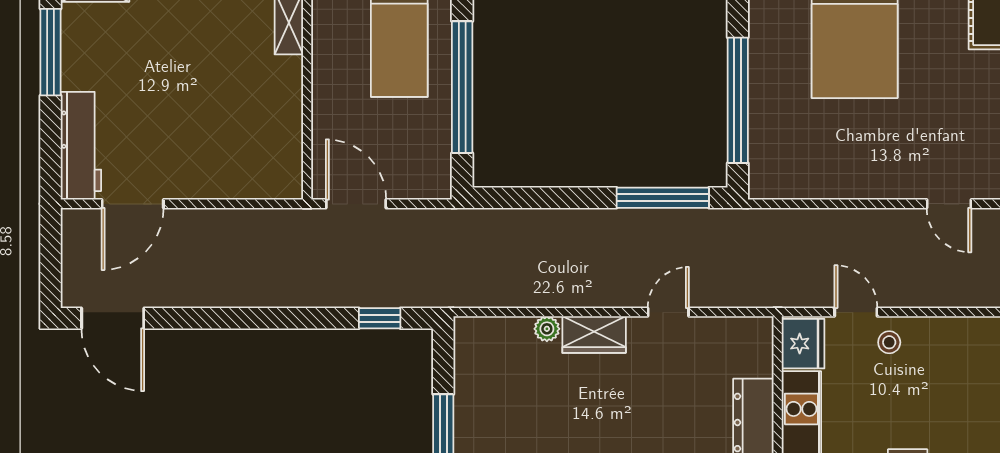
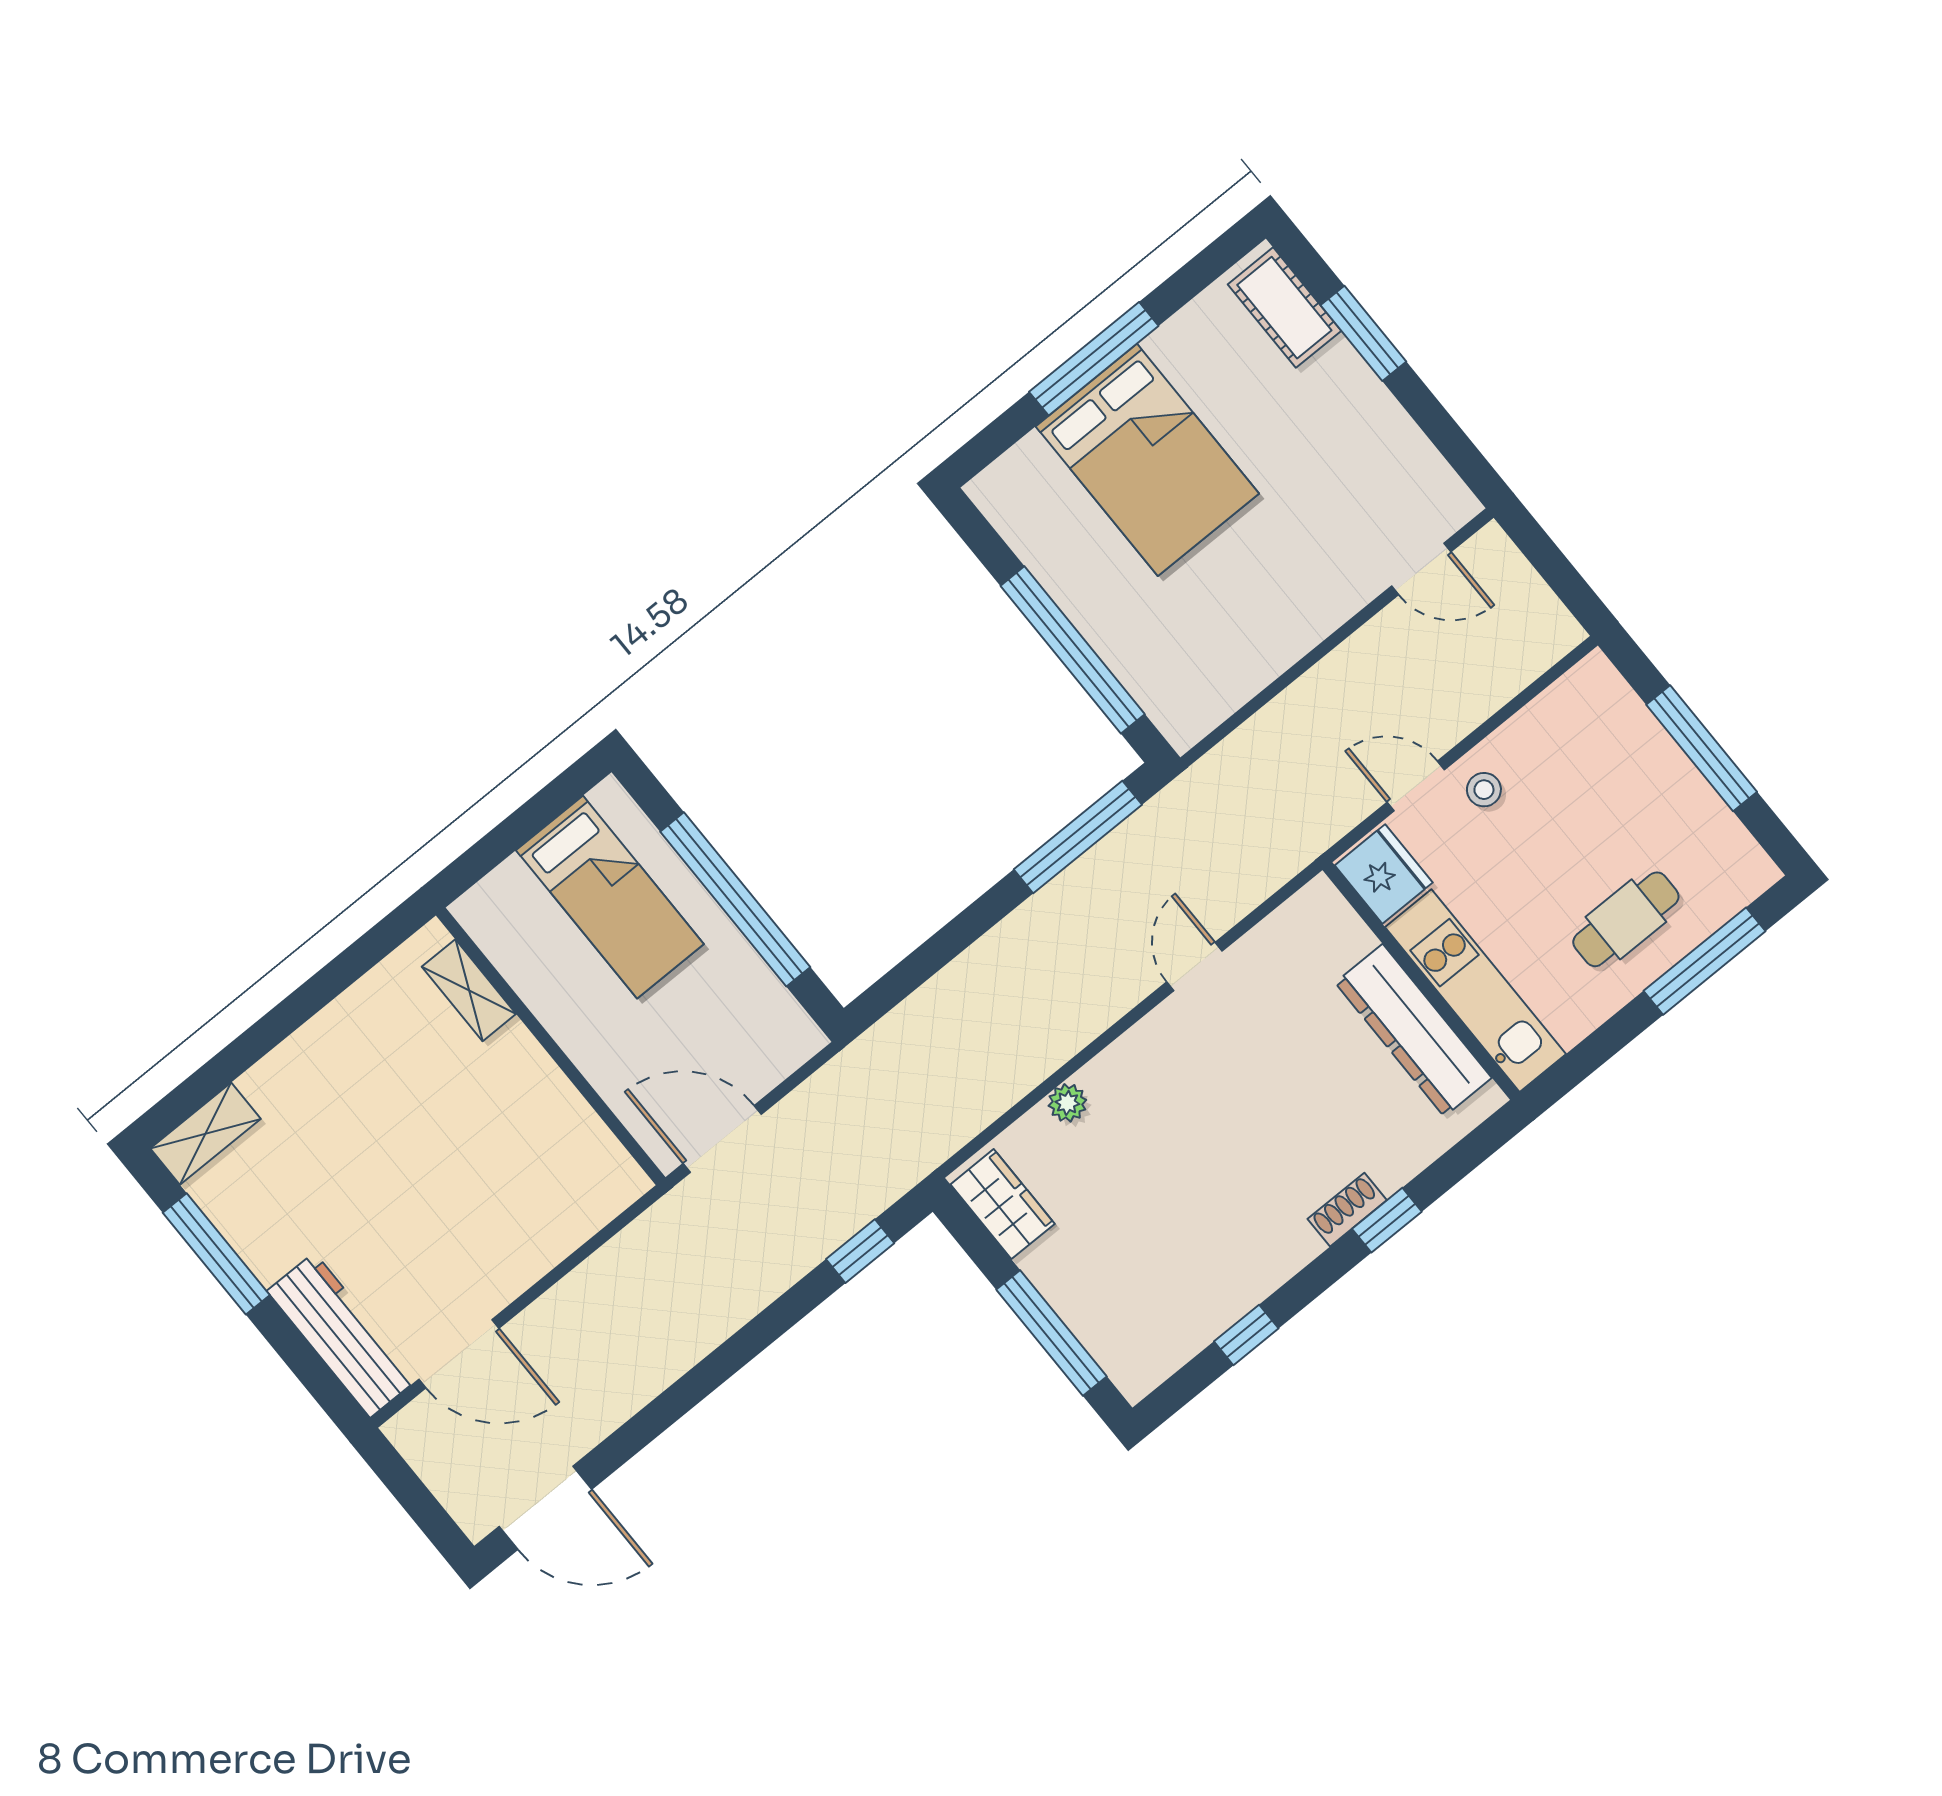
door: (133, 204) -> (459, 1354), hinge flipped
wardrobe: (594, 335) -> (1003, 1204), moved, turned -90

